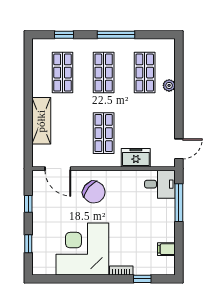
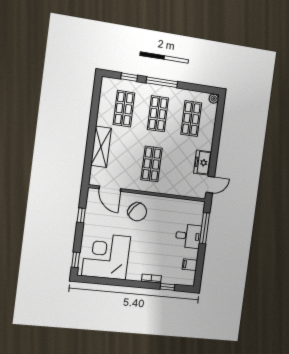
window: (116, 35) -> (162, 82), moved
plant: (169, 85) -> (214, 99), moved
freezer: (136, 158) -> (203, 163), moved, turned -90
desk: (160, 184) -> (188, 236), moved
window: (28, 244) -> (76, 260), moved
corner desk: (82, 249) -> (106, 256), moved

